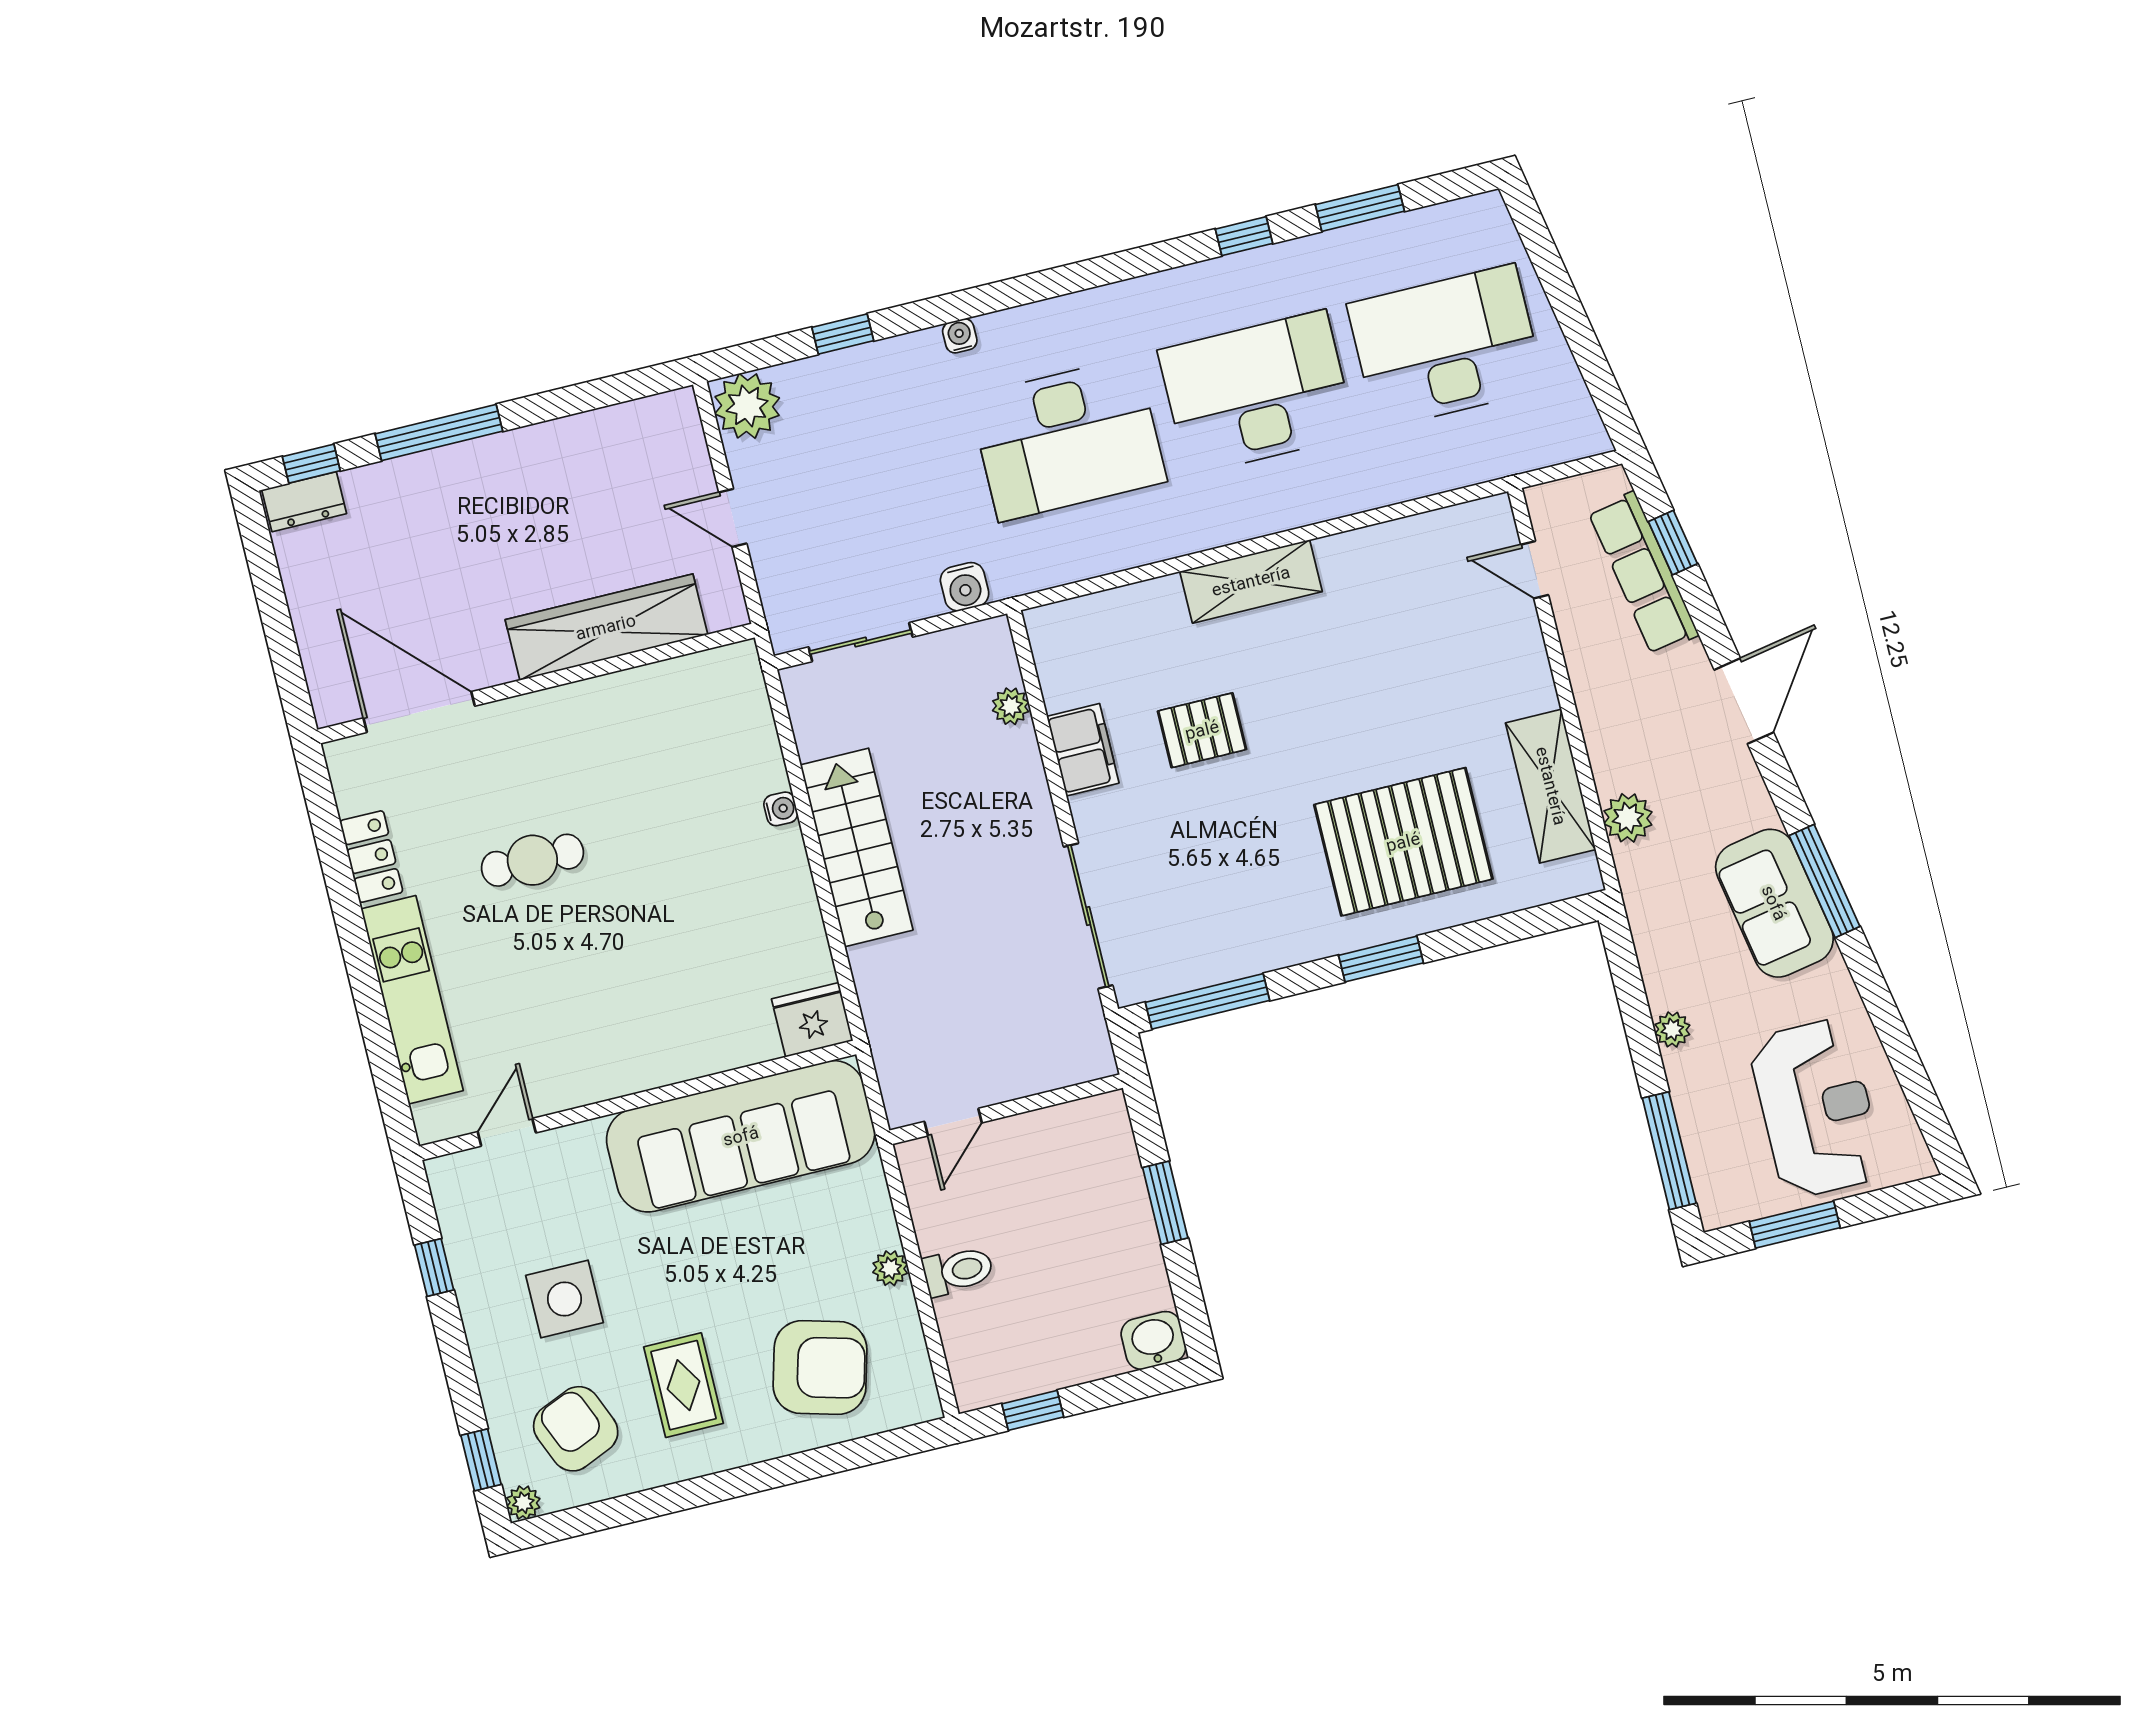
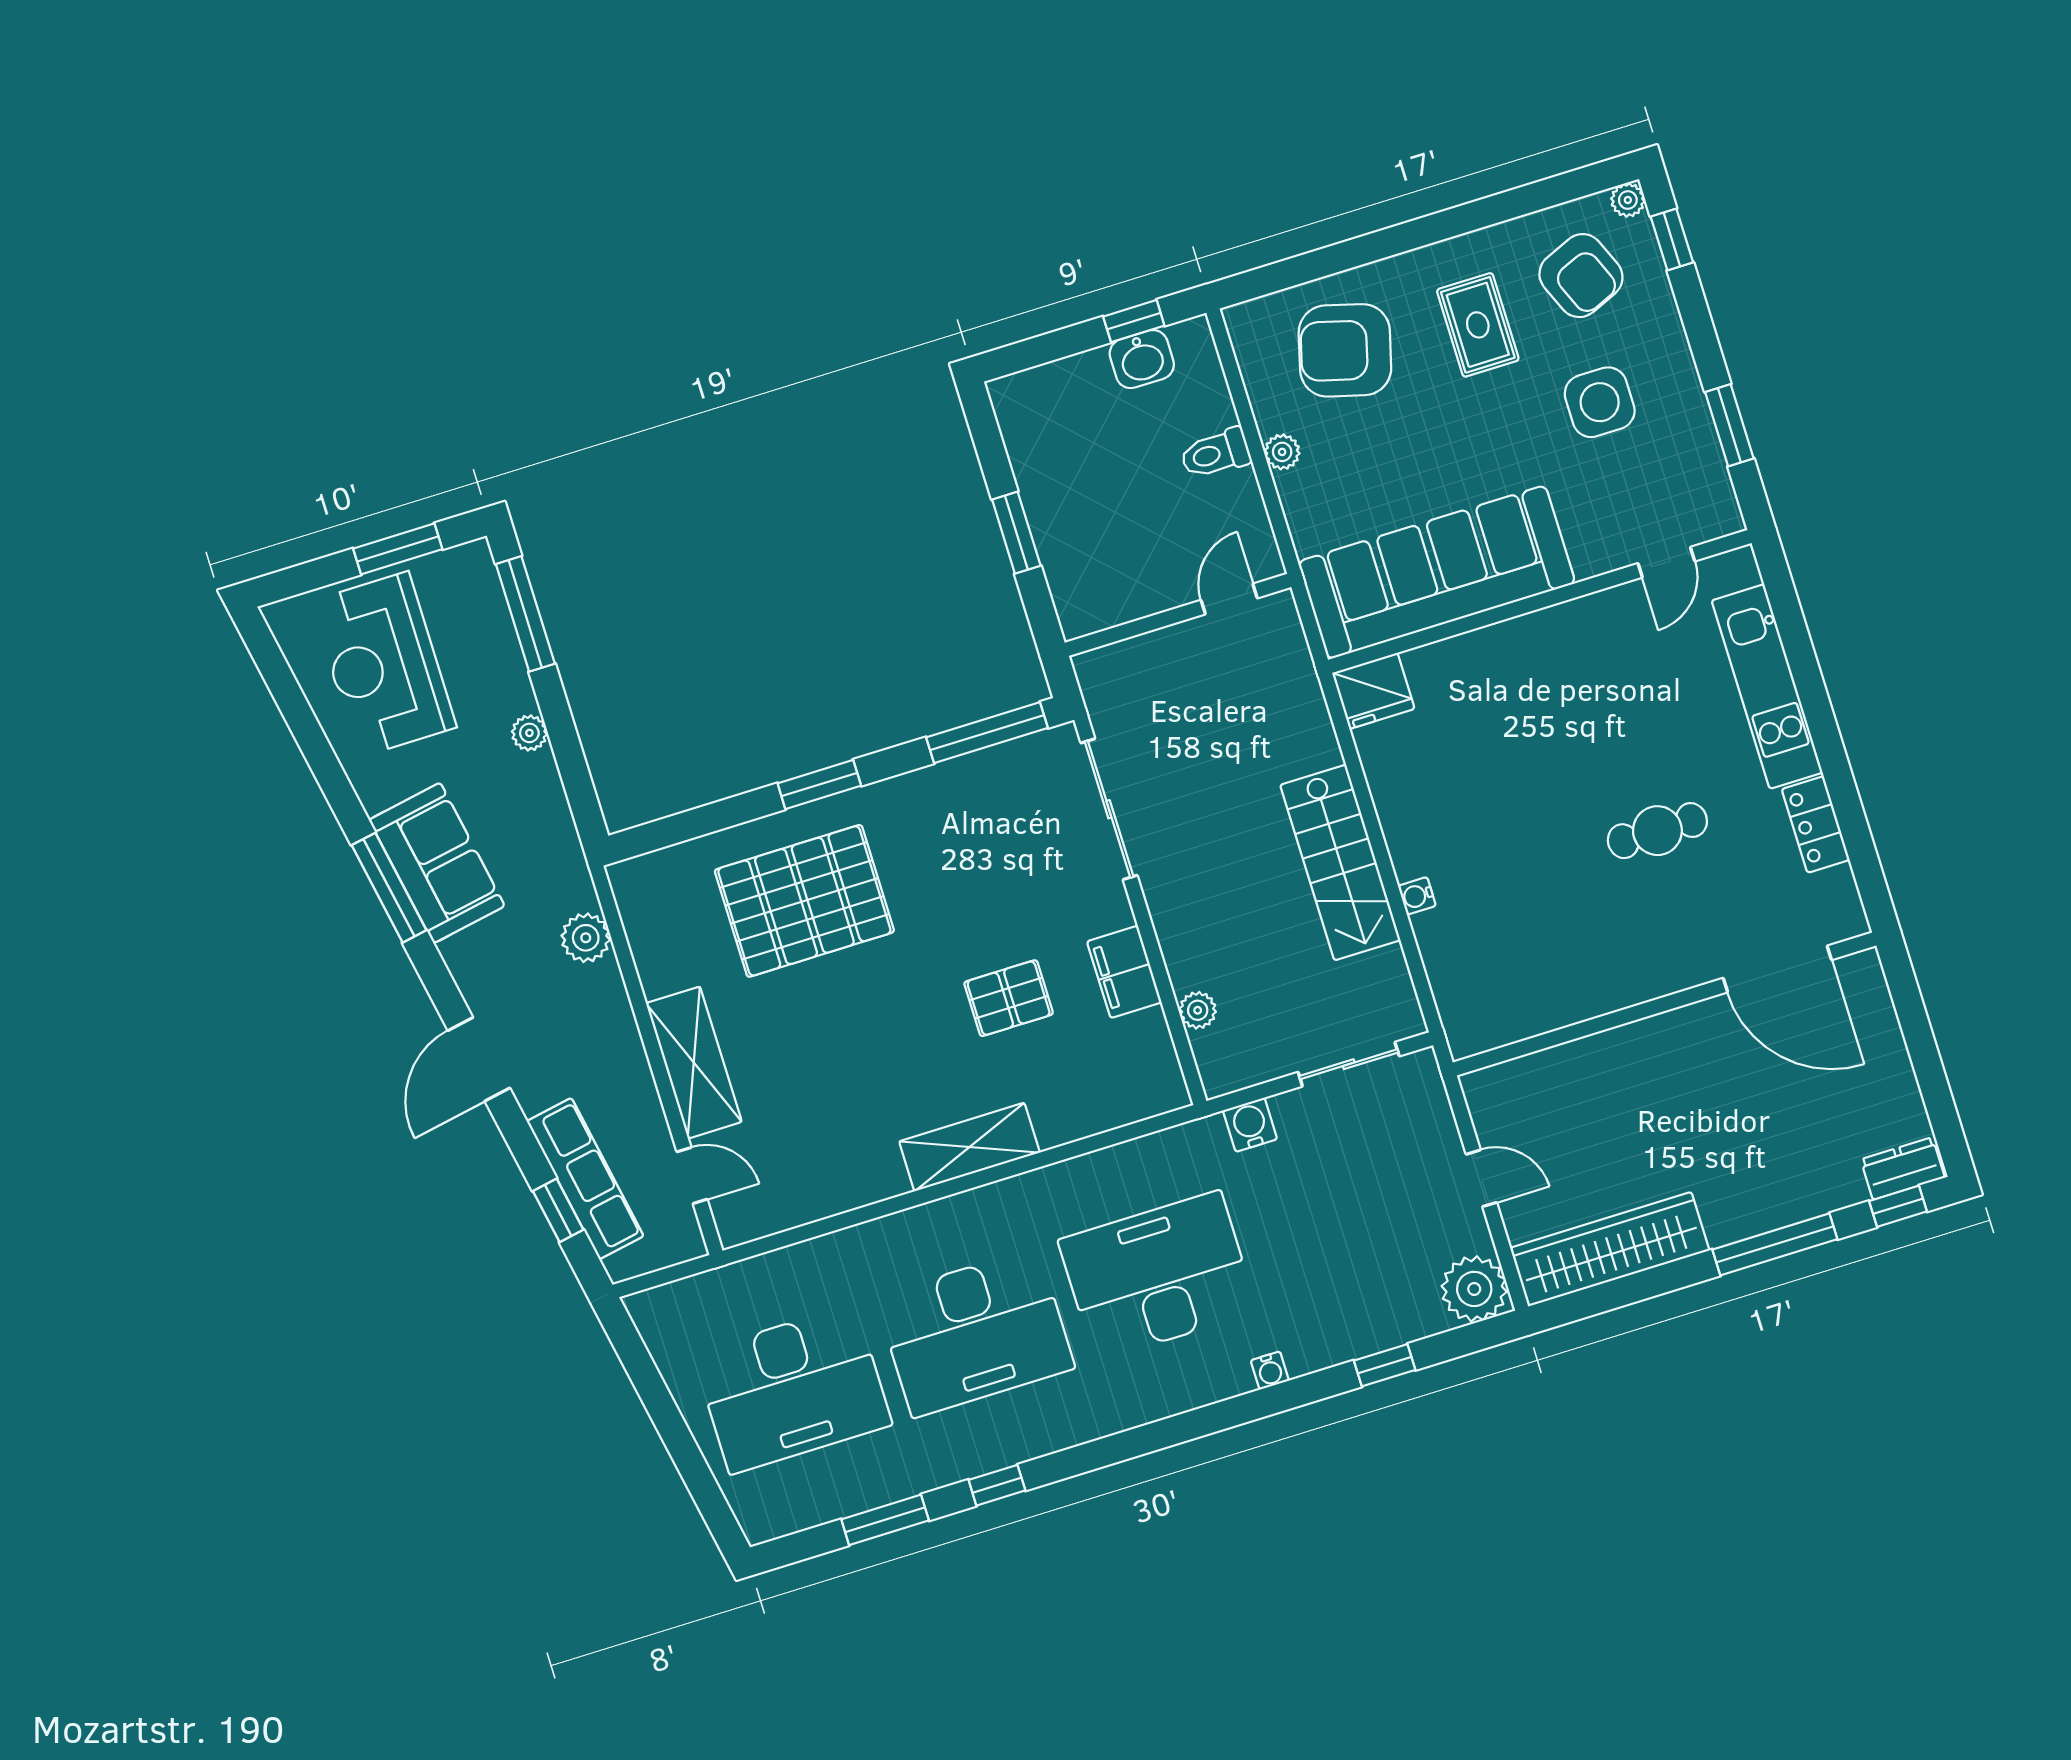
wardrobe: (606, 627) -> (1610, 1249), moved, turned 180
shelving: (1551, 786) -> (694, 1063), moved
window: (434, 1268) -> (1729, 425), width x1.50
washbasin: (1153, 1340) -> (1142, 359), moved

